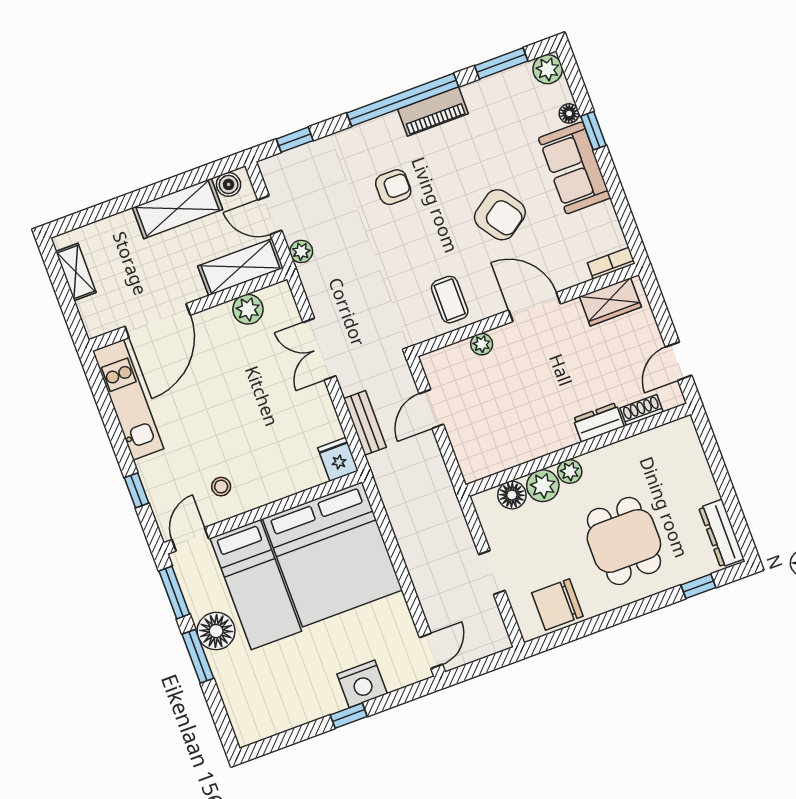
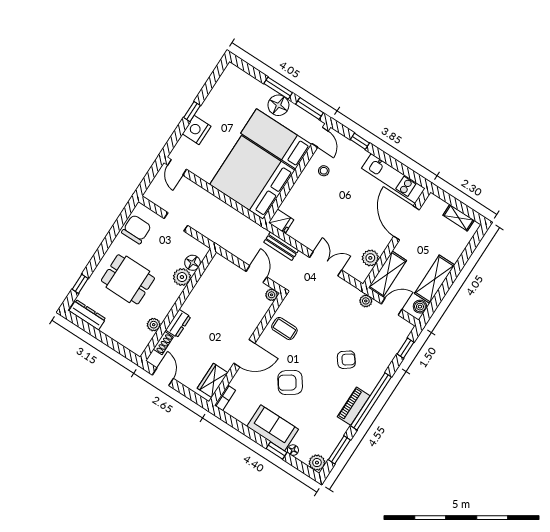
armchair: (393, 187) -> (346, 360), turned -127
plant: (482, 344) -> (272, 295), moved
plant: (570, 471) -> (154, 325), moved

